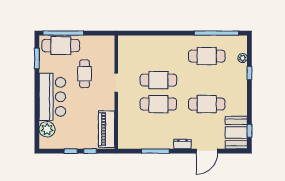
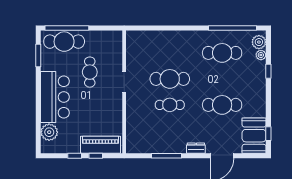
plant: (241, 46) -> (259, 42), added
cafe table: (158, 104) -> (170, 105), width x0.73, depth x0.74
piano: (107, 129) -> (100, 145), moved, turned 90

